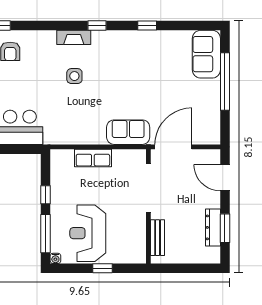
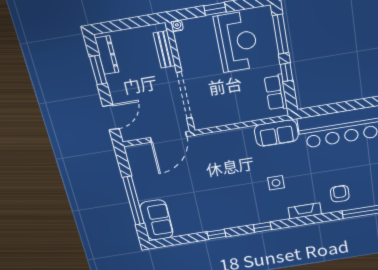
fireplace: (74, 37) -> (305, 211), moved
sofa: (128, 132) -> (276, 133), moved
row of seats: (93, 158) -> (276, 92), moved, turned -90
door: (225, 178) -> (111, 117), hinge flipped
dresser: (213, 227) -> (107, 55), moved
water cooler: (55, 258) -> (177, 26), moved

